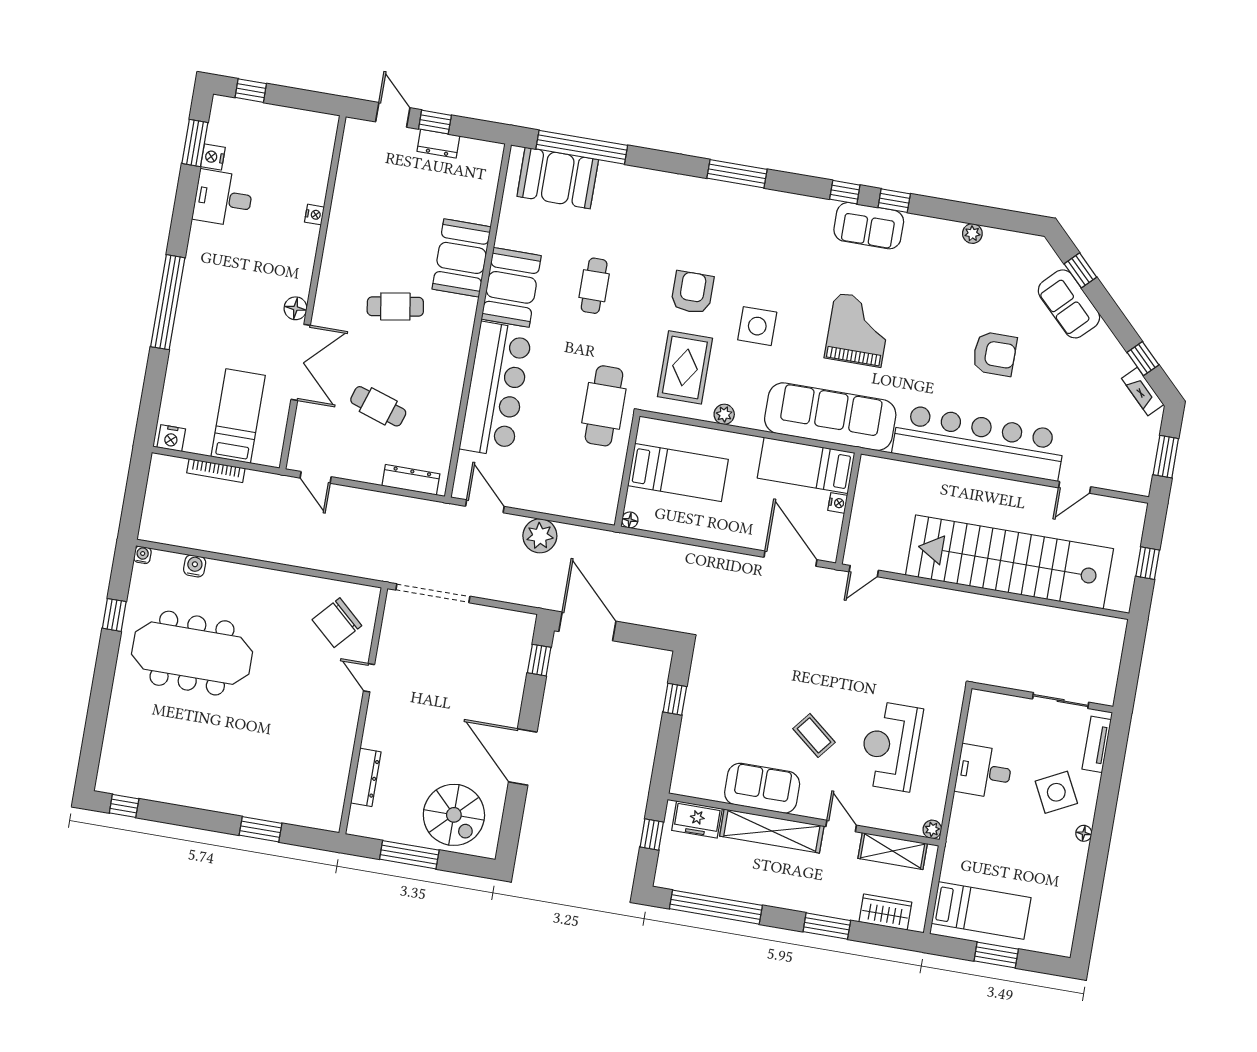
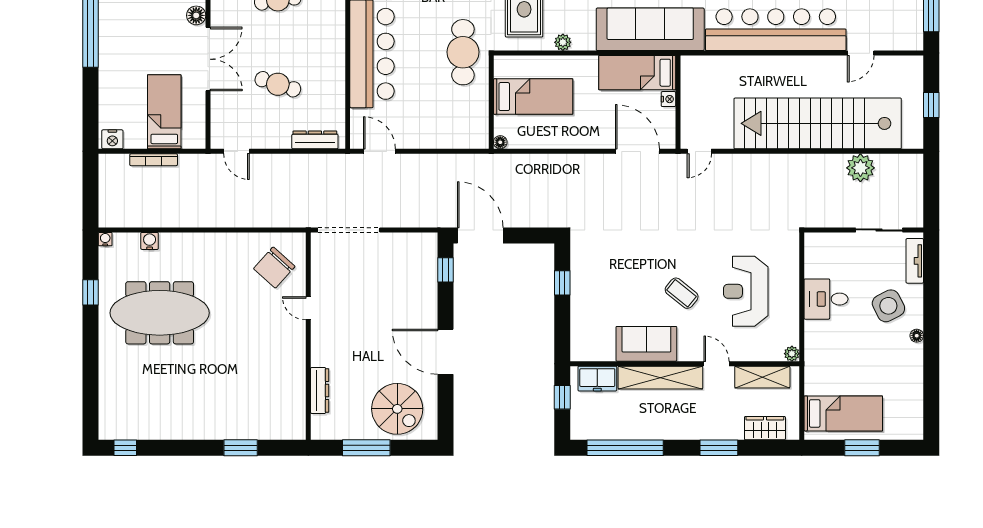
plant: (540, 536) -> (860, 168), moved

